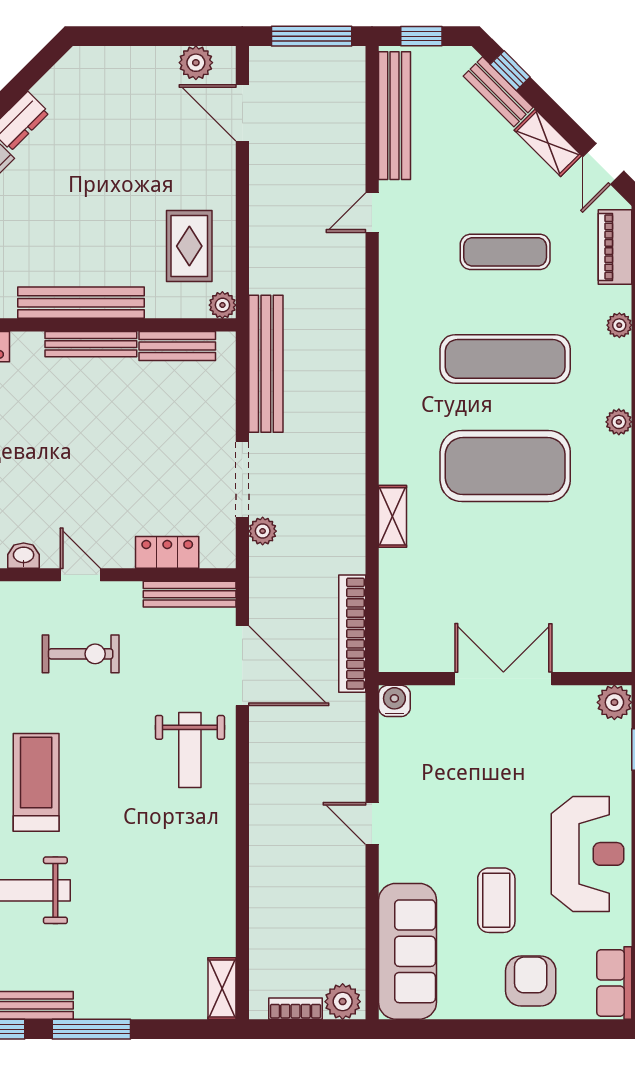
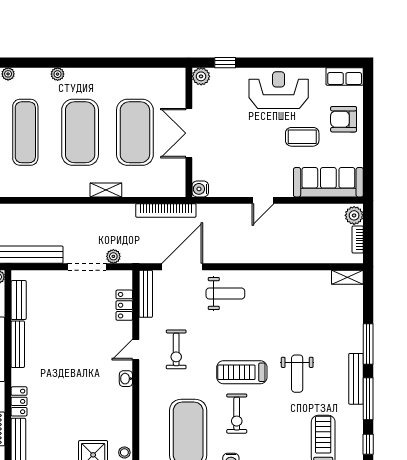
exercise mat: (505, 573) -> (135, 132), added
exercise bike: (81, 654) -> (176, 349), turned 180

